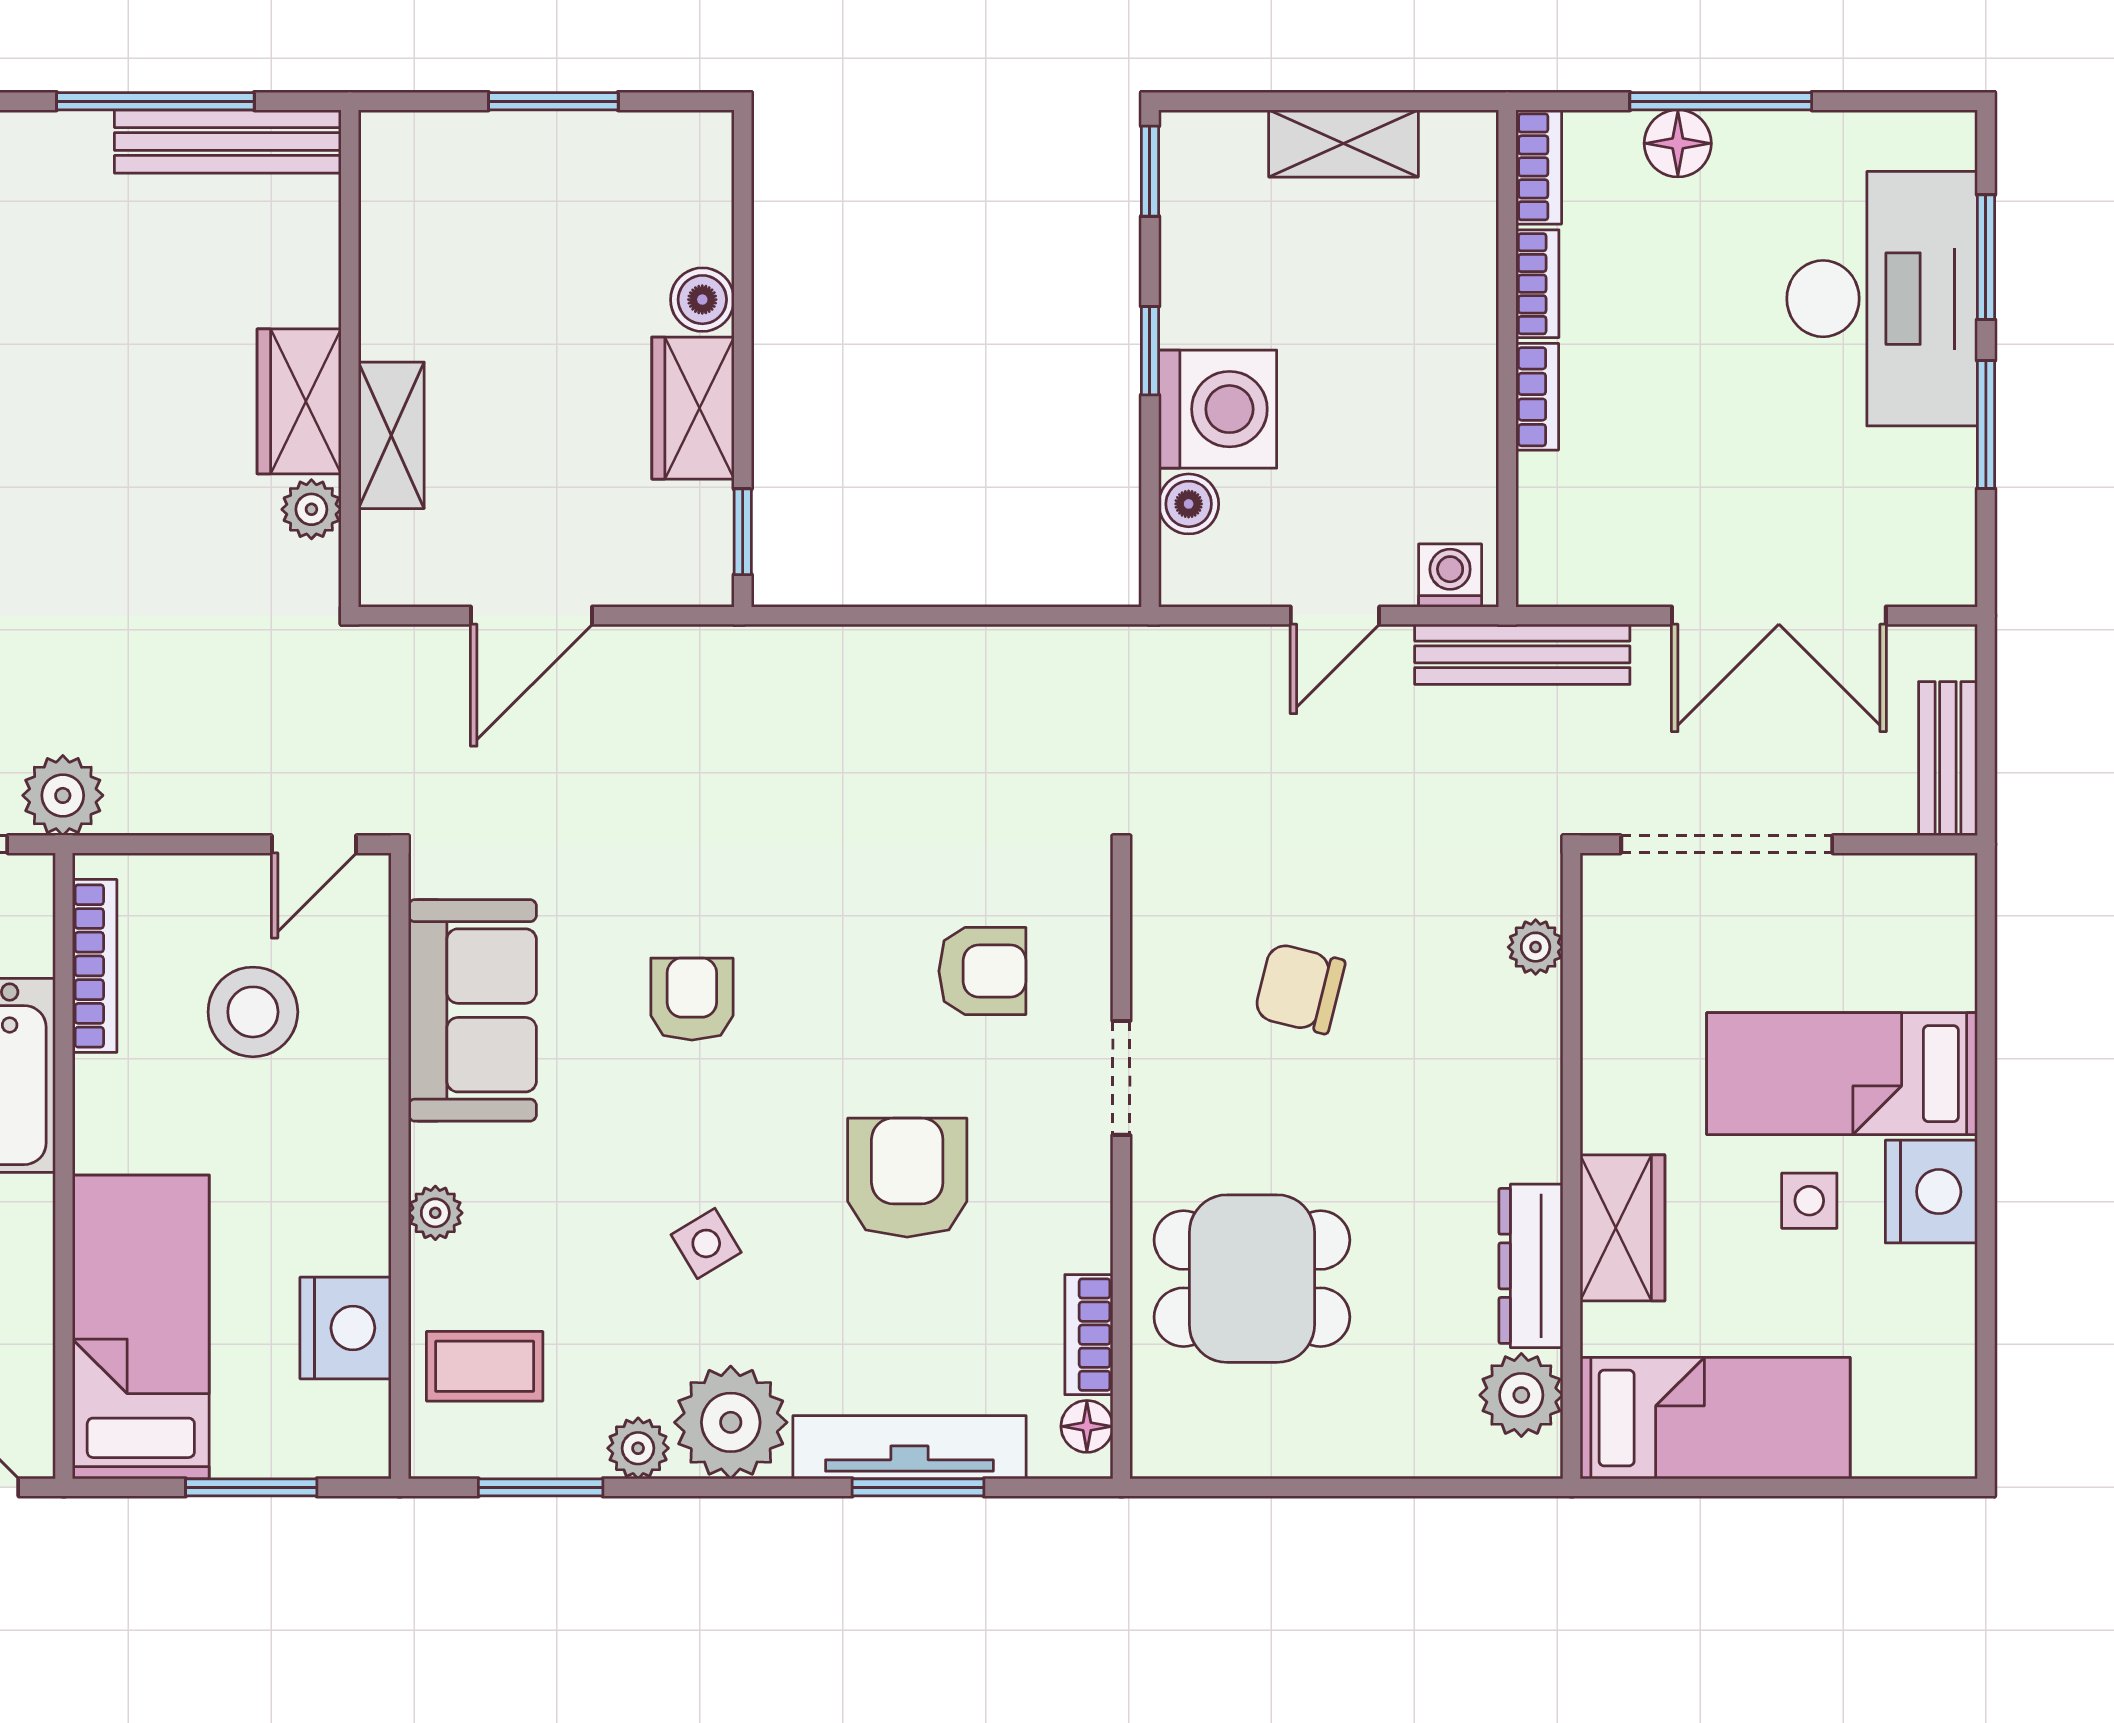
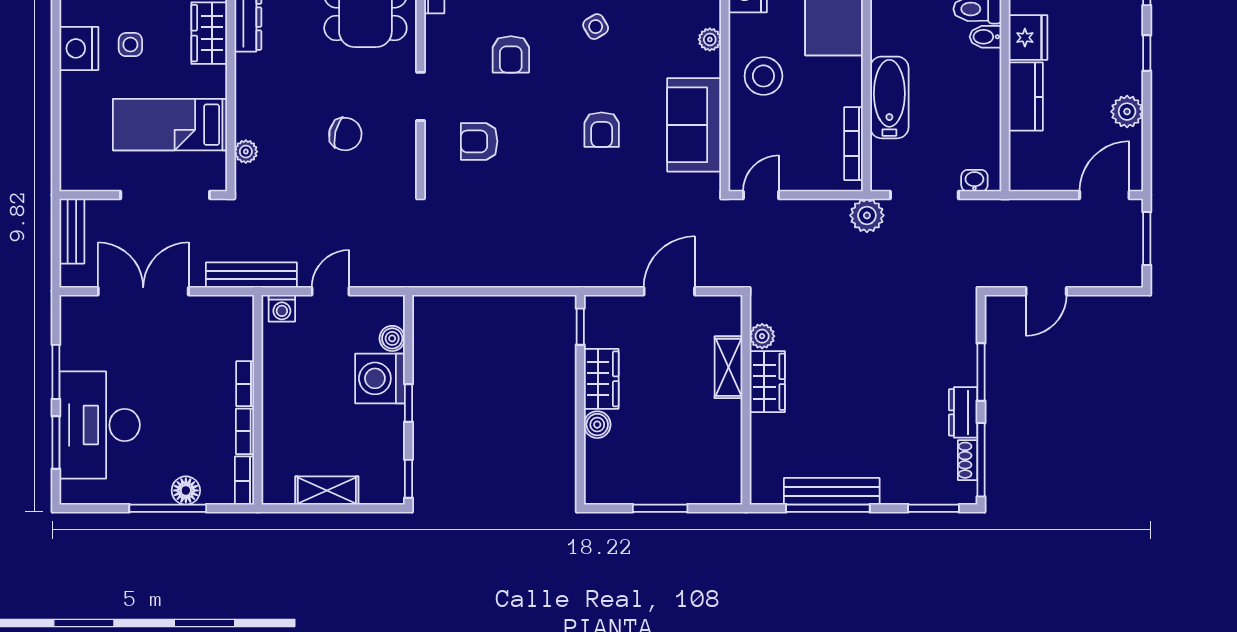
bench: (228, 141) -> (832, 491), moved
stool: (253, 1012) -> (763, 76), moved
bed: (1842, 1074) -> (170, 125), moved, turned 180
armchair: (907, 1178) -> (511, 54), width x0.72, depth x0.72

